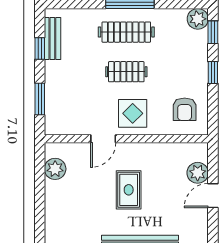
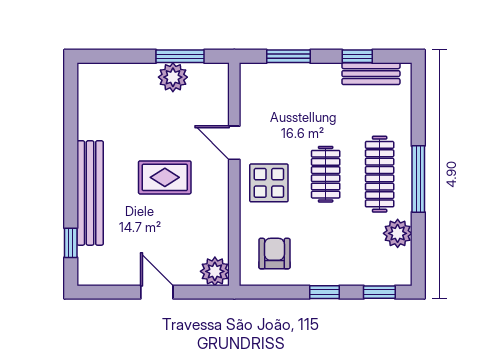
plant: (198, 19) -> (398, 233), moved
armchair: (185, 109) -> (274, 254), turned 90
plant: (55, 169) -> (173, 77), moved
plant: (198, 173) -> (215, 271), moved
window: (40, 179) -> (180, 56), added

